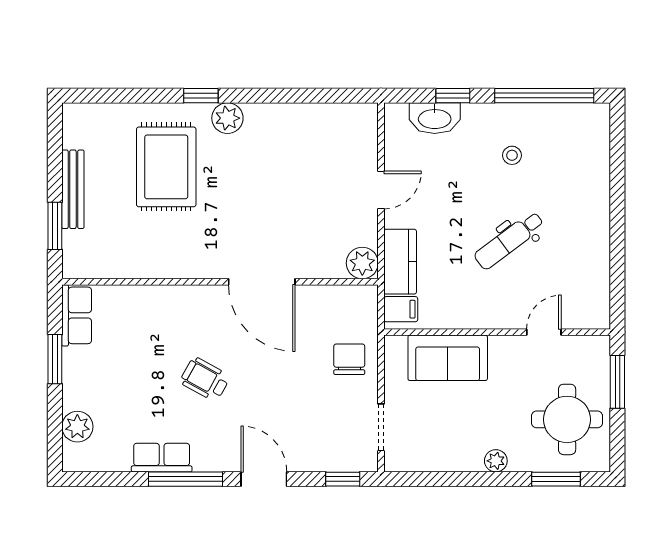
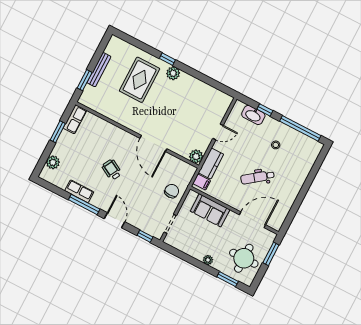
door: (544, 332) -> (252, 220), width x1.87

